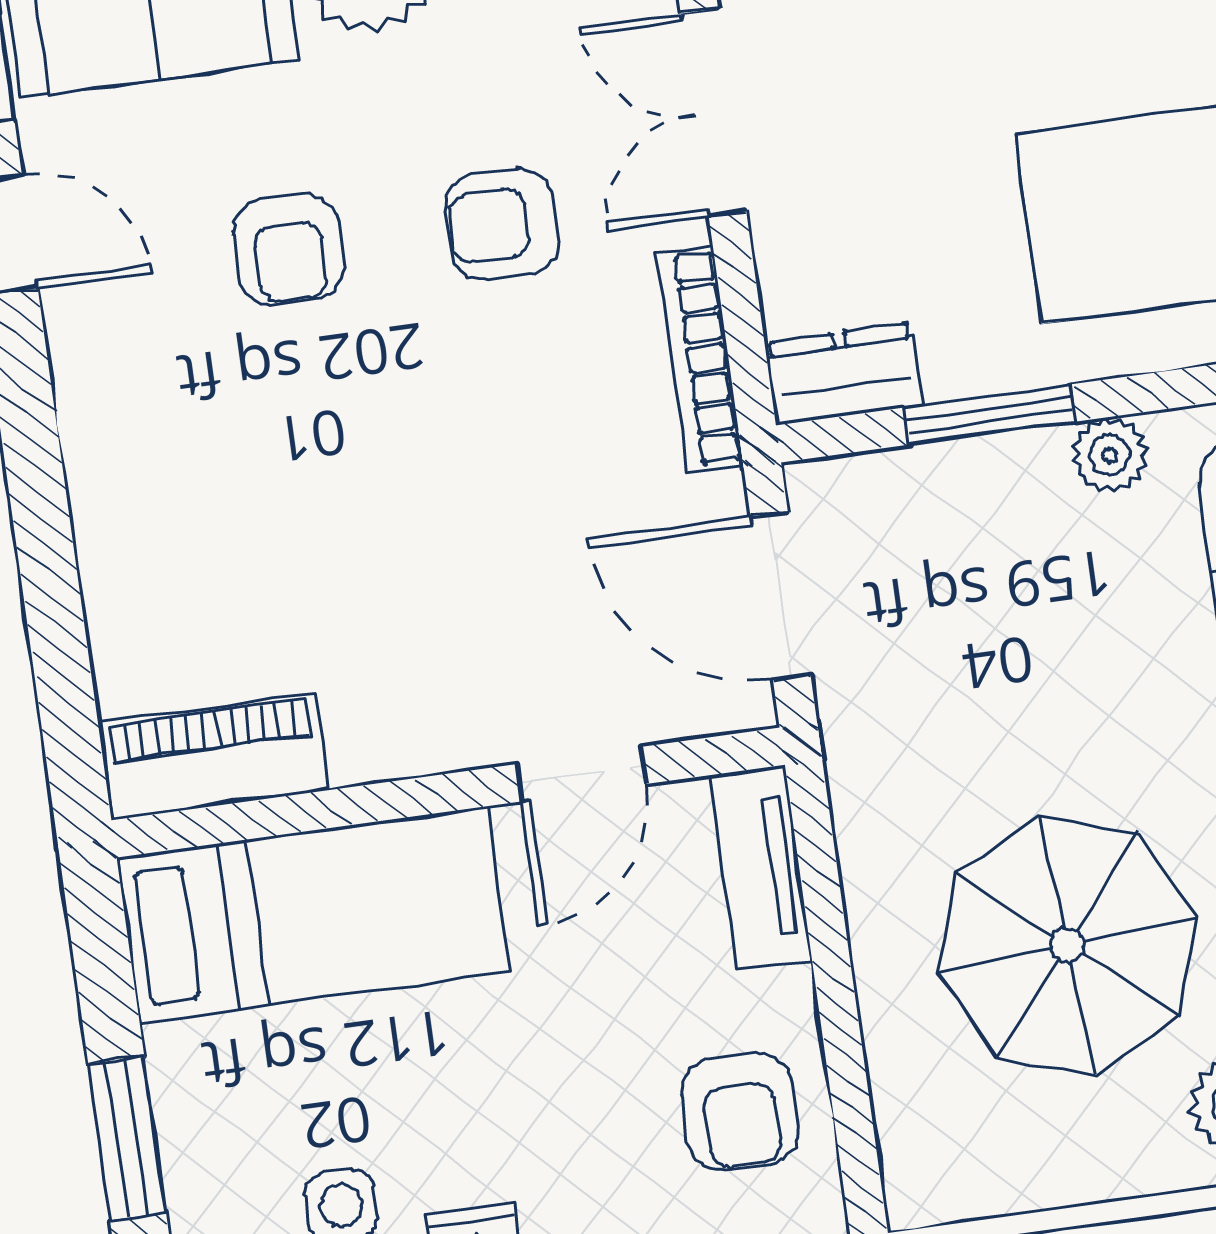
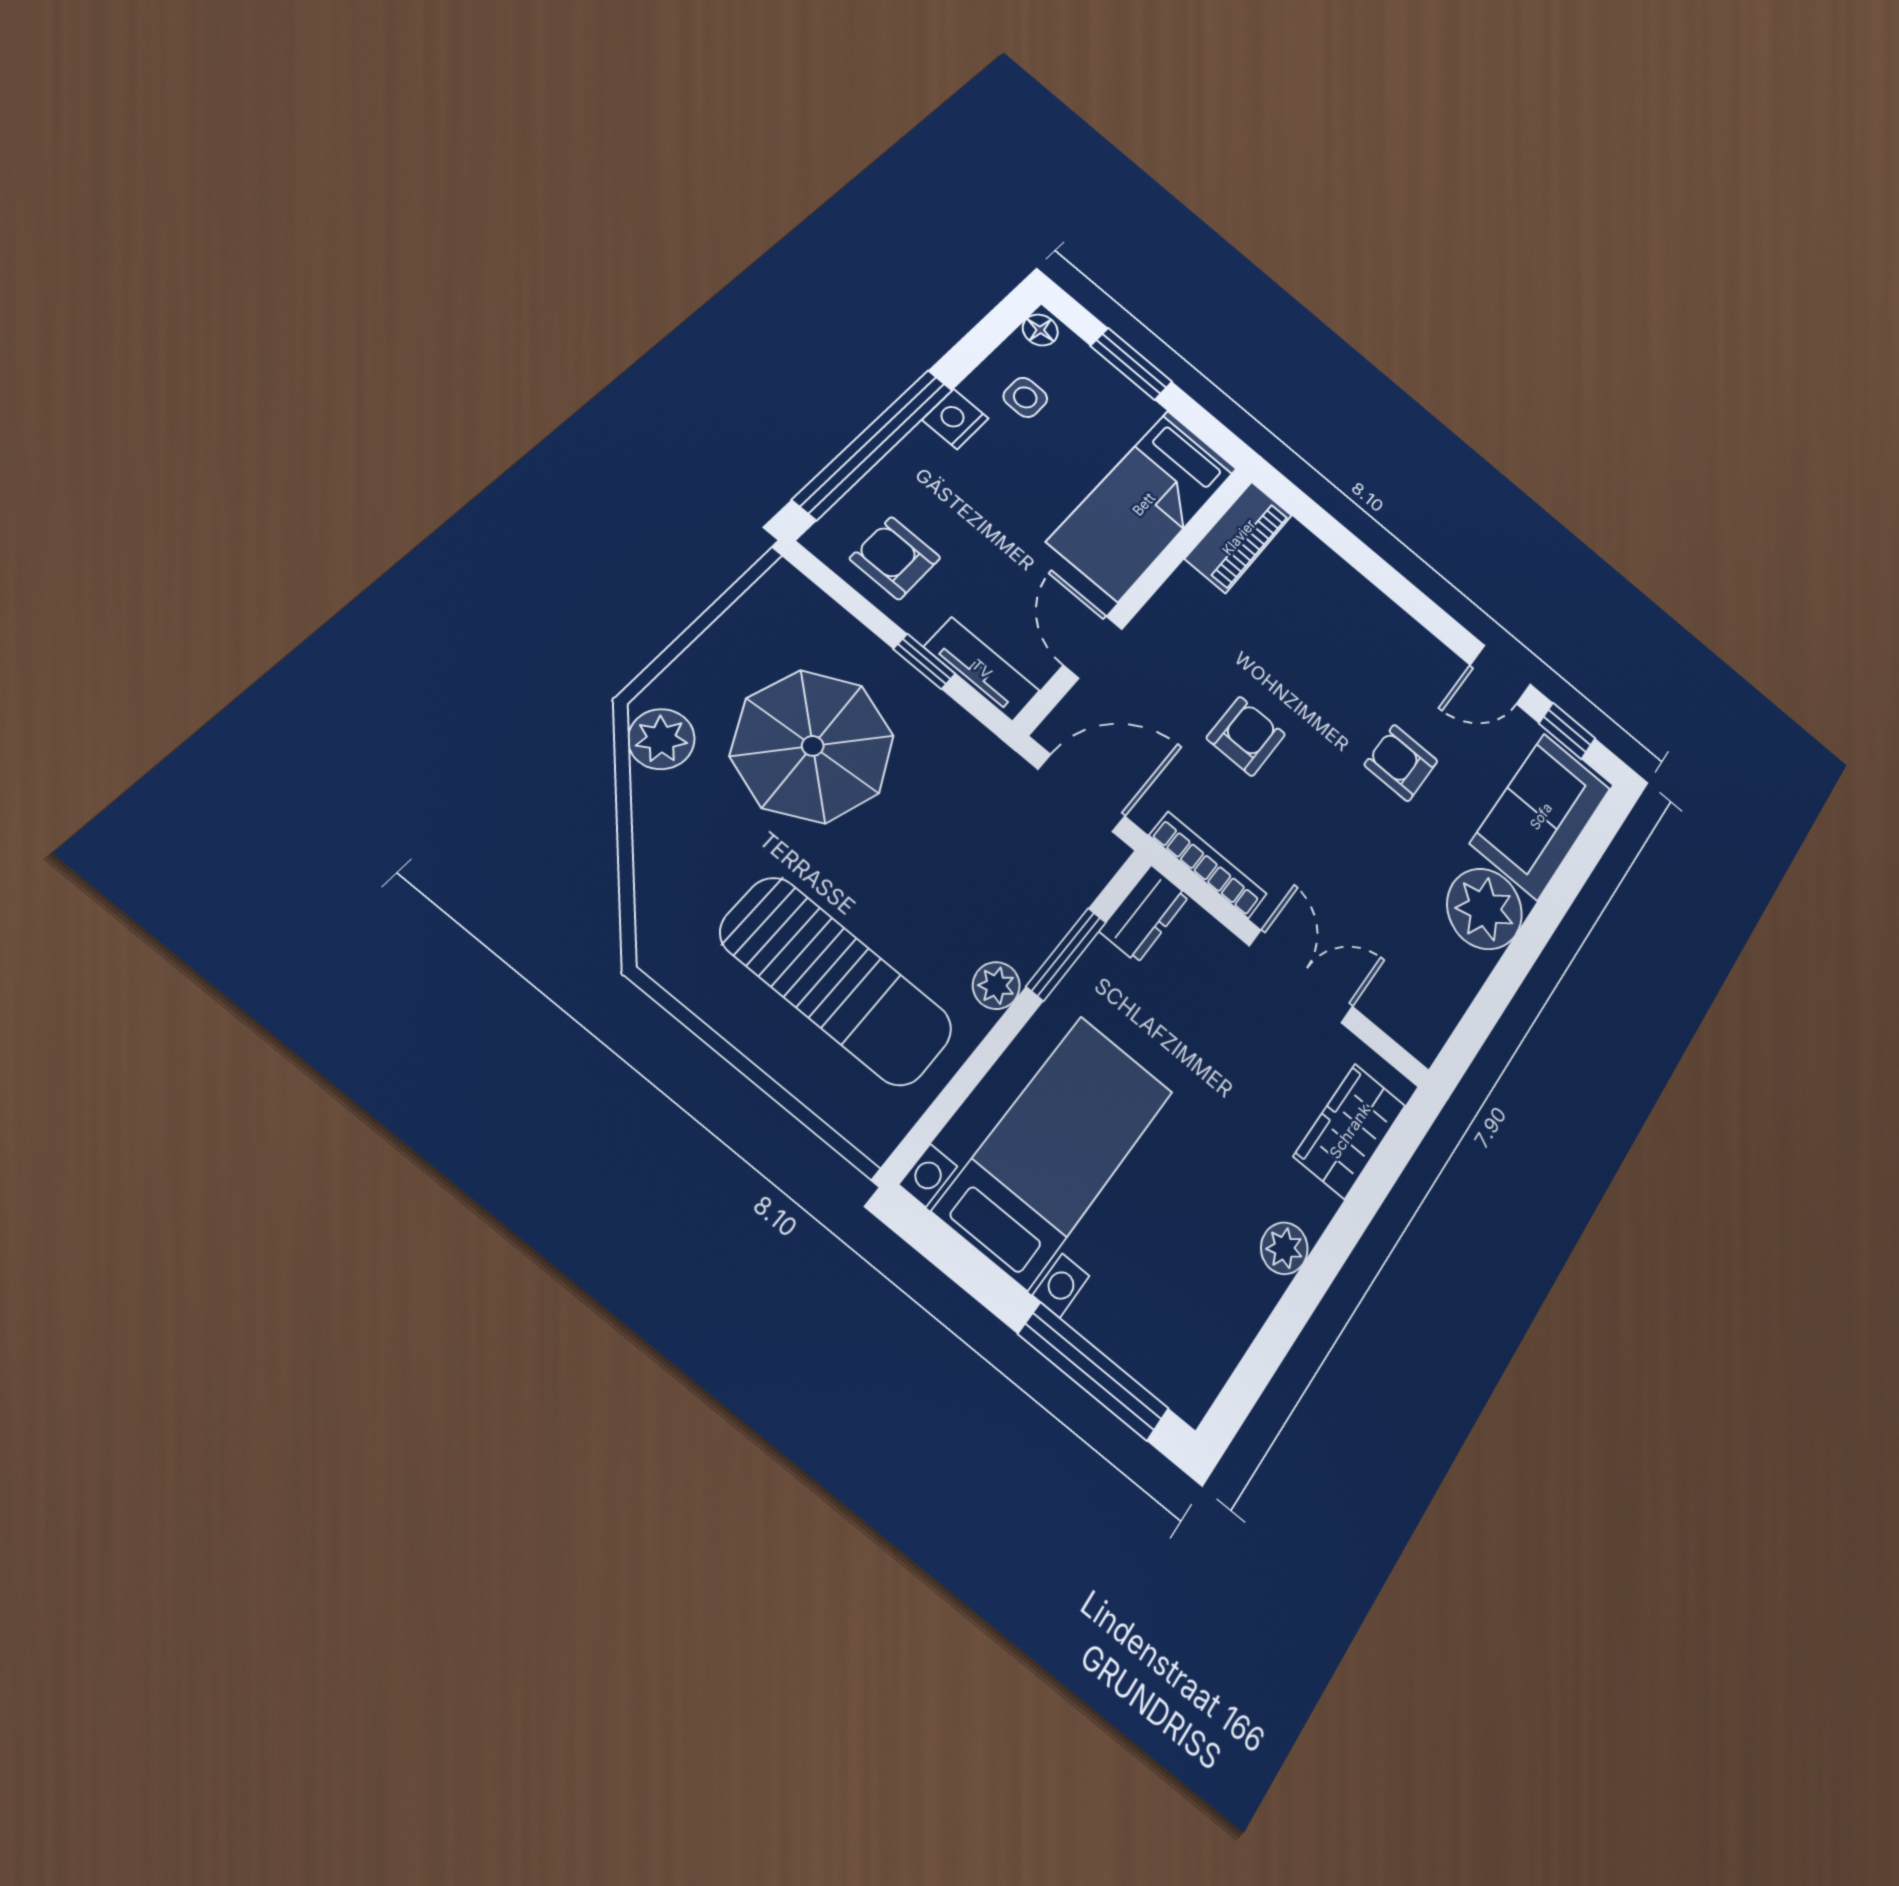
armchair: (502, 224) -> (1246, 736), moved
window: (828, 940) -> (924, 661), added

